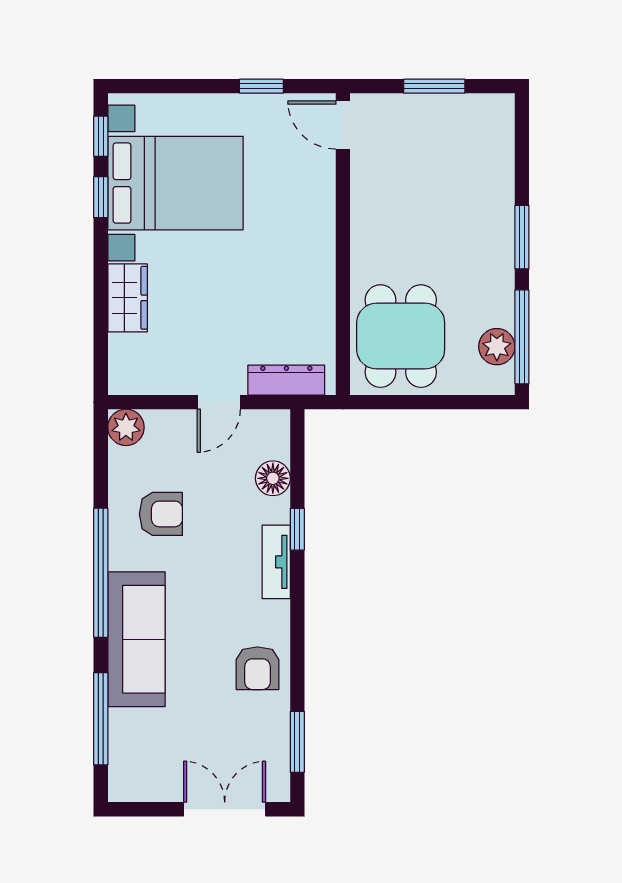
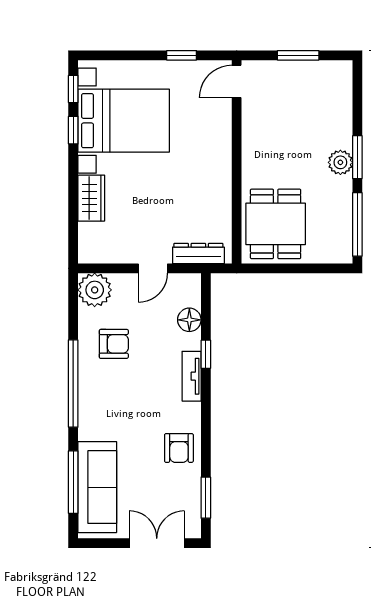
door: (343, 125) -> (237, 81), hinge flipped
plant: (497, 347) -> (340, 162), moved
plant: (126, 427) -> (95, 290), width x1.36, depth x1.36
sofa: (136, 639) -> (97, 487), moved

